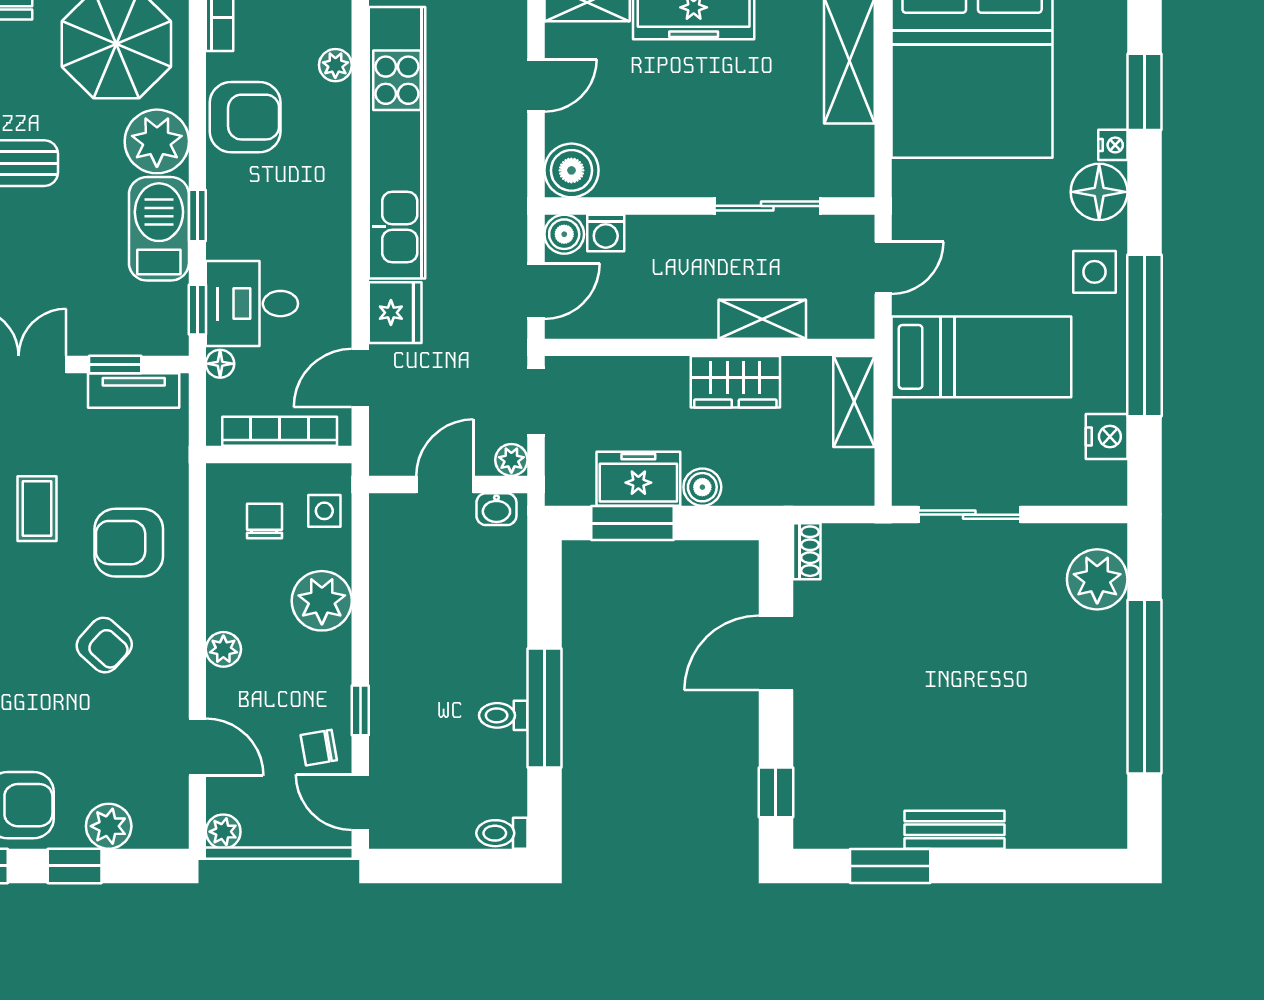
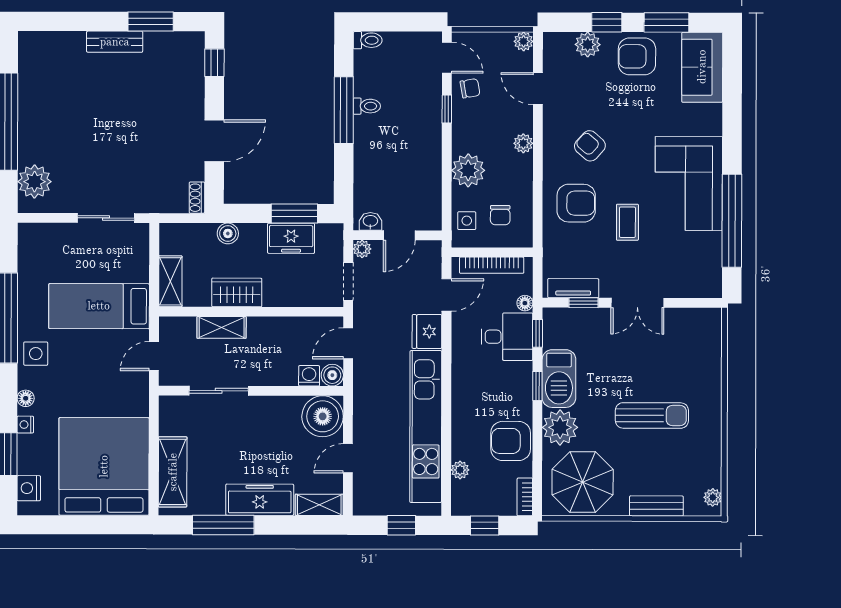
boiler: (571, 170) -> (323, 416), width x1.37, depth x1.37
floor lamp: (1099, 192) -> (26, 398), width x0.53, depth x0.53
nightstand: (1107, 436) -> (29, 488), moved
boiler: (702, 487) -> (228, 233), moved

